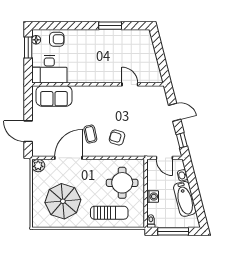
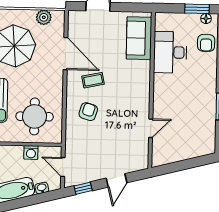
desk: (49, 69) -> (170, 52), moved
door: (164, 158) -> (63, 167), hinge flipped
plant: (38, 166) -> (44, 17), moved
washing machine: (153, 197) -> (31, 153), moved

